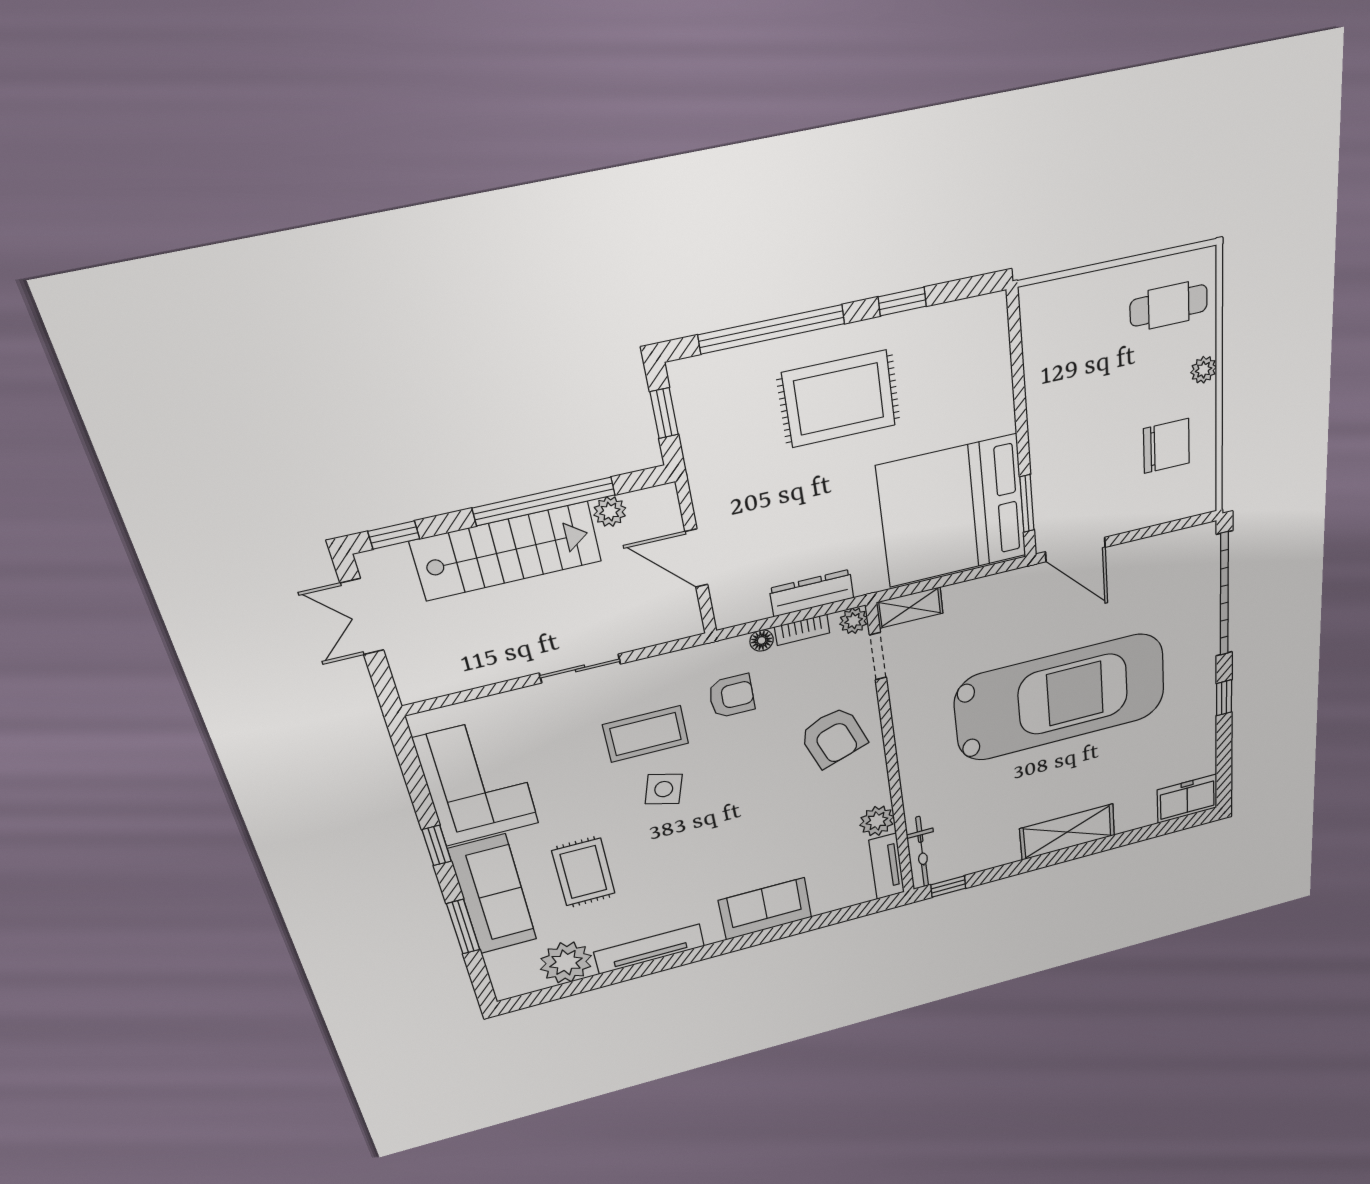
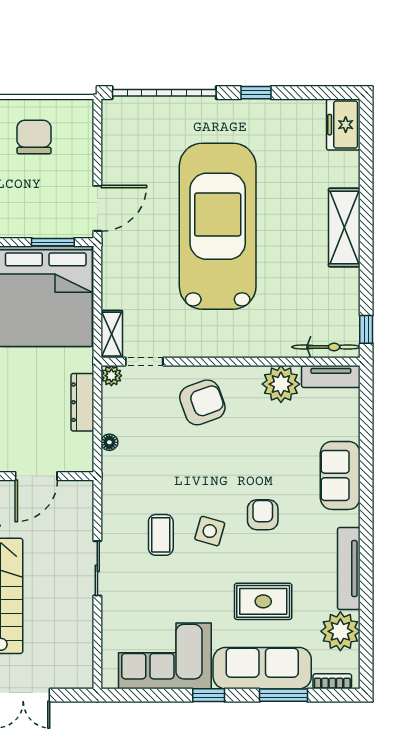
bookcase: (802, 630) -> (332, 681), moved, turned -90
armchair: (732, 696) -> (263, 515), moved
coffee table: (646, 734) -> (161, 535), width x0.73, depth x0.77
plant: (877, 821) -> (281, 384), width x1.36, depth x1.36

